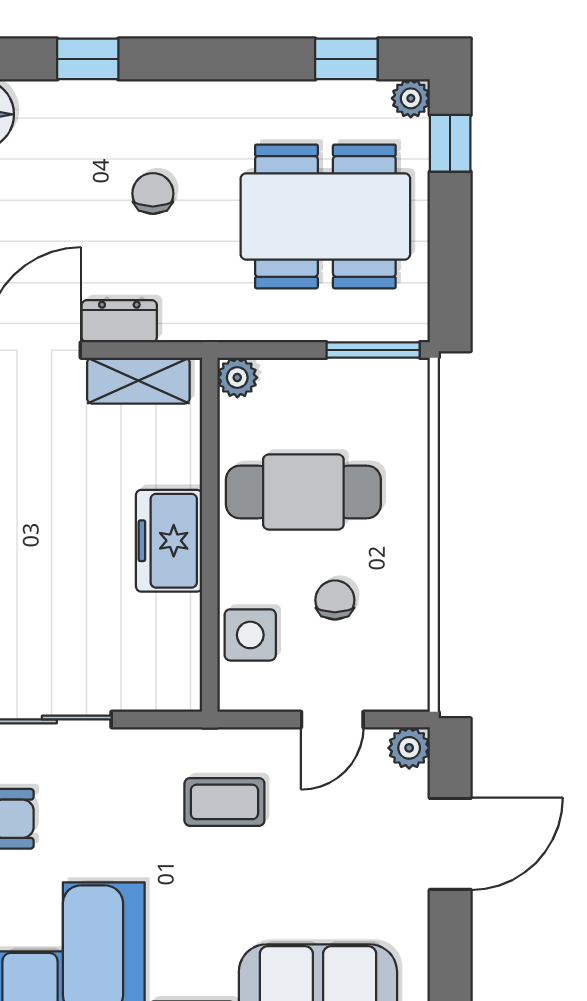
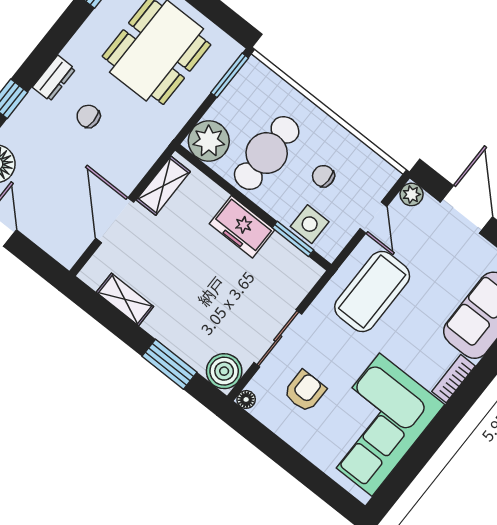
dresser: (119, 321) -> (54, 78), moved, turned 180
plant: (237, 378) -> (209, 141), width x1.88, depth x1.88
window: (210, 628) -> (293, 239), added
coffee table: (224, 802) -> (372, 292), width x1.86, depth x1.72

